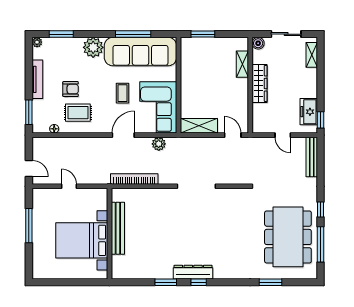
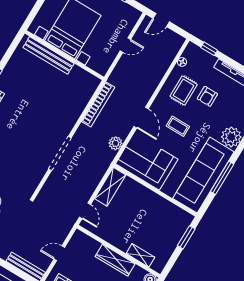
coffee table: (122, 93) -> (178, 126), moved
window: (29, 112) -> (209, 49), width x0.67
door: (233, 135) -> (85, 211), hinge flipped
bench: (118, 228) -> (49, 55), moved

